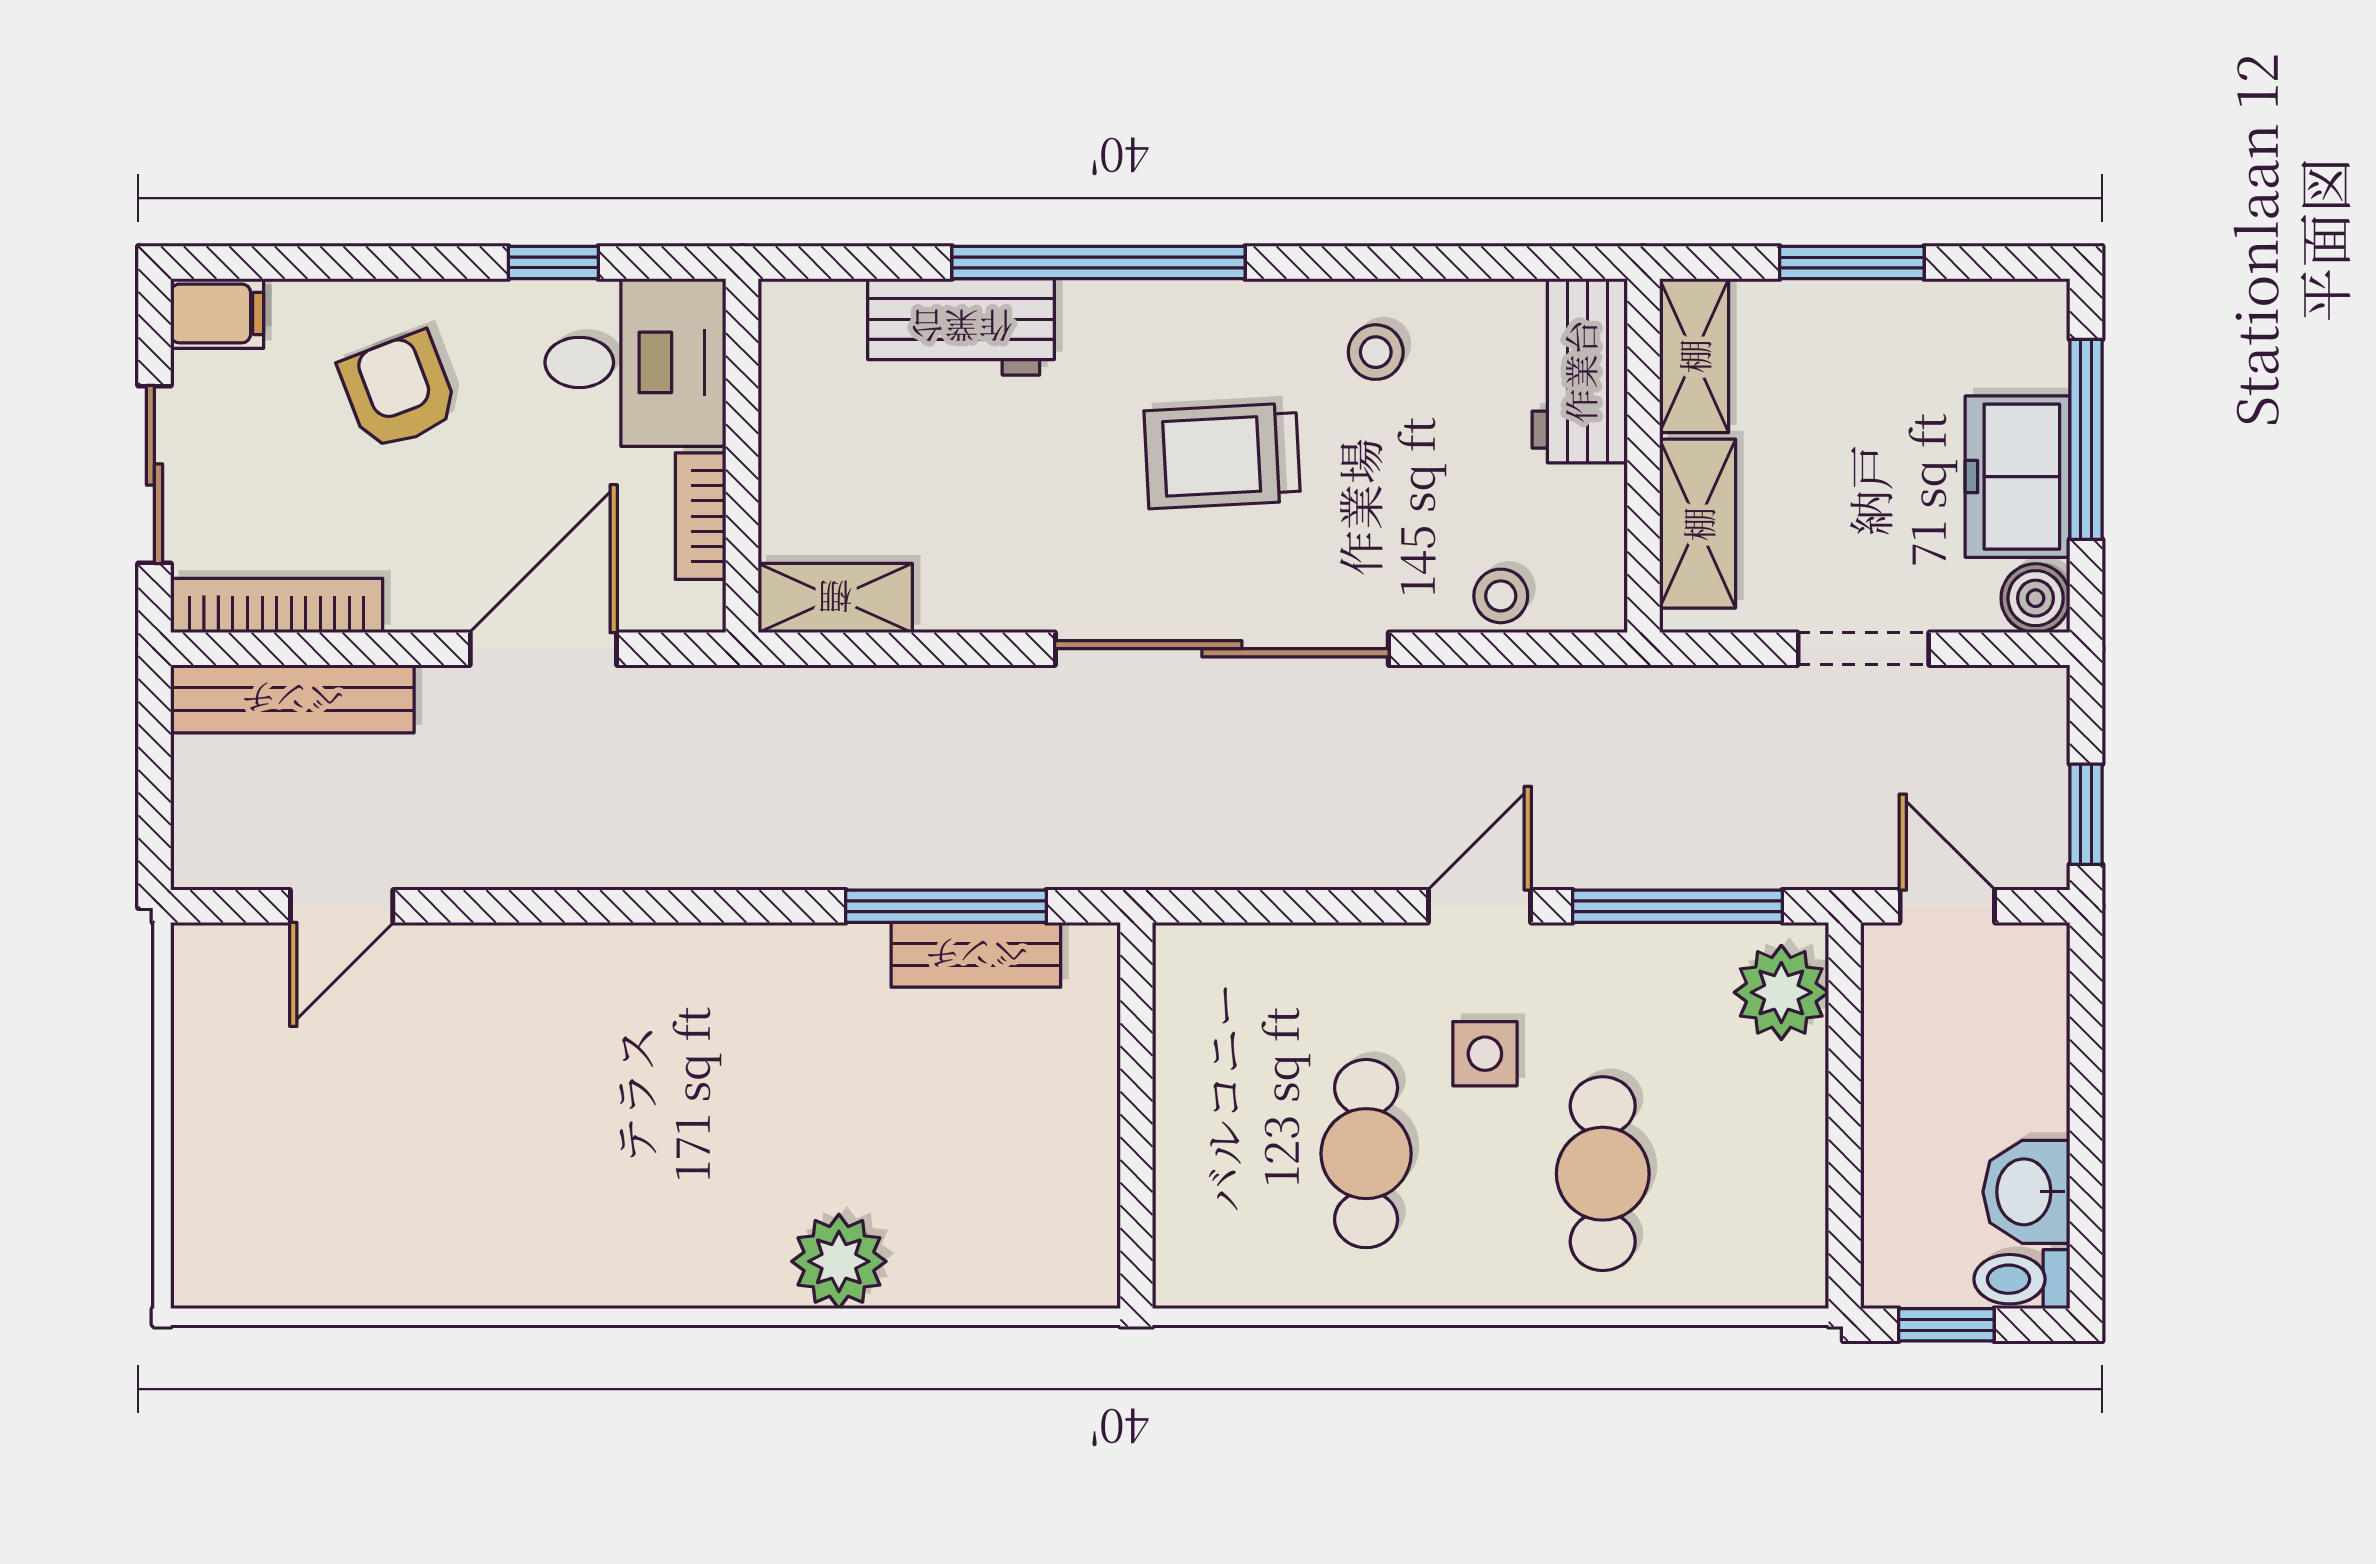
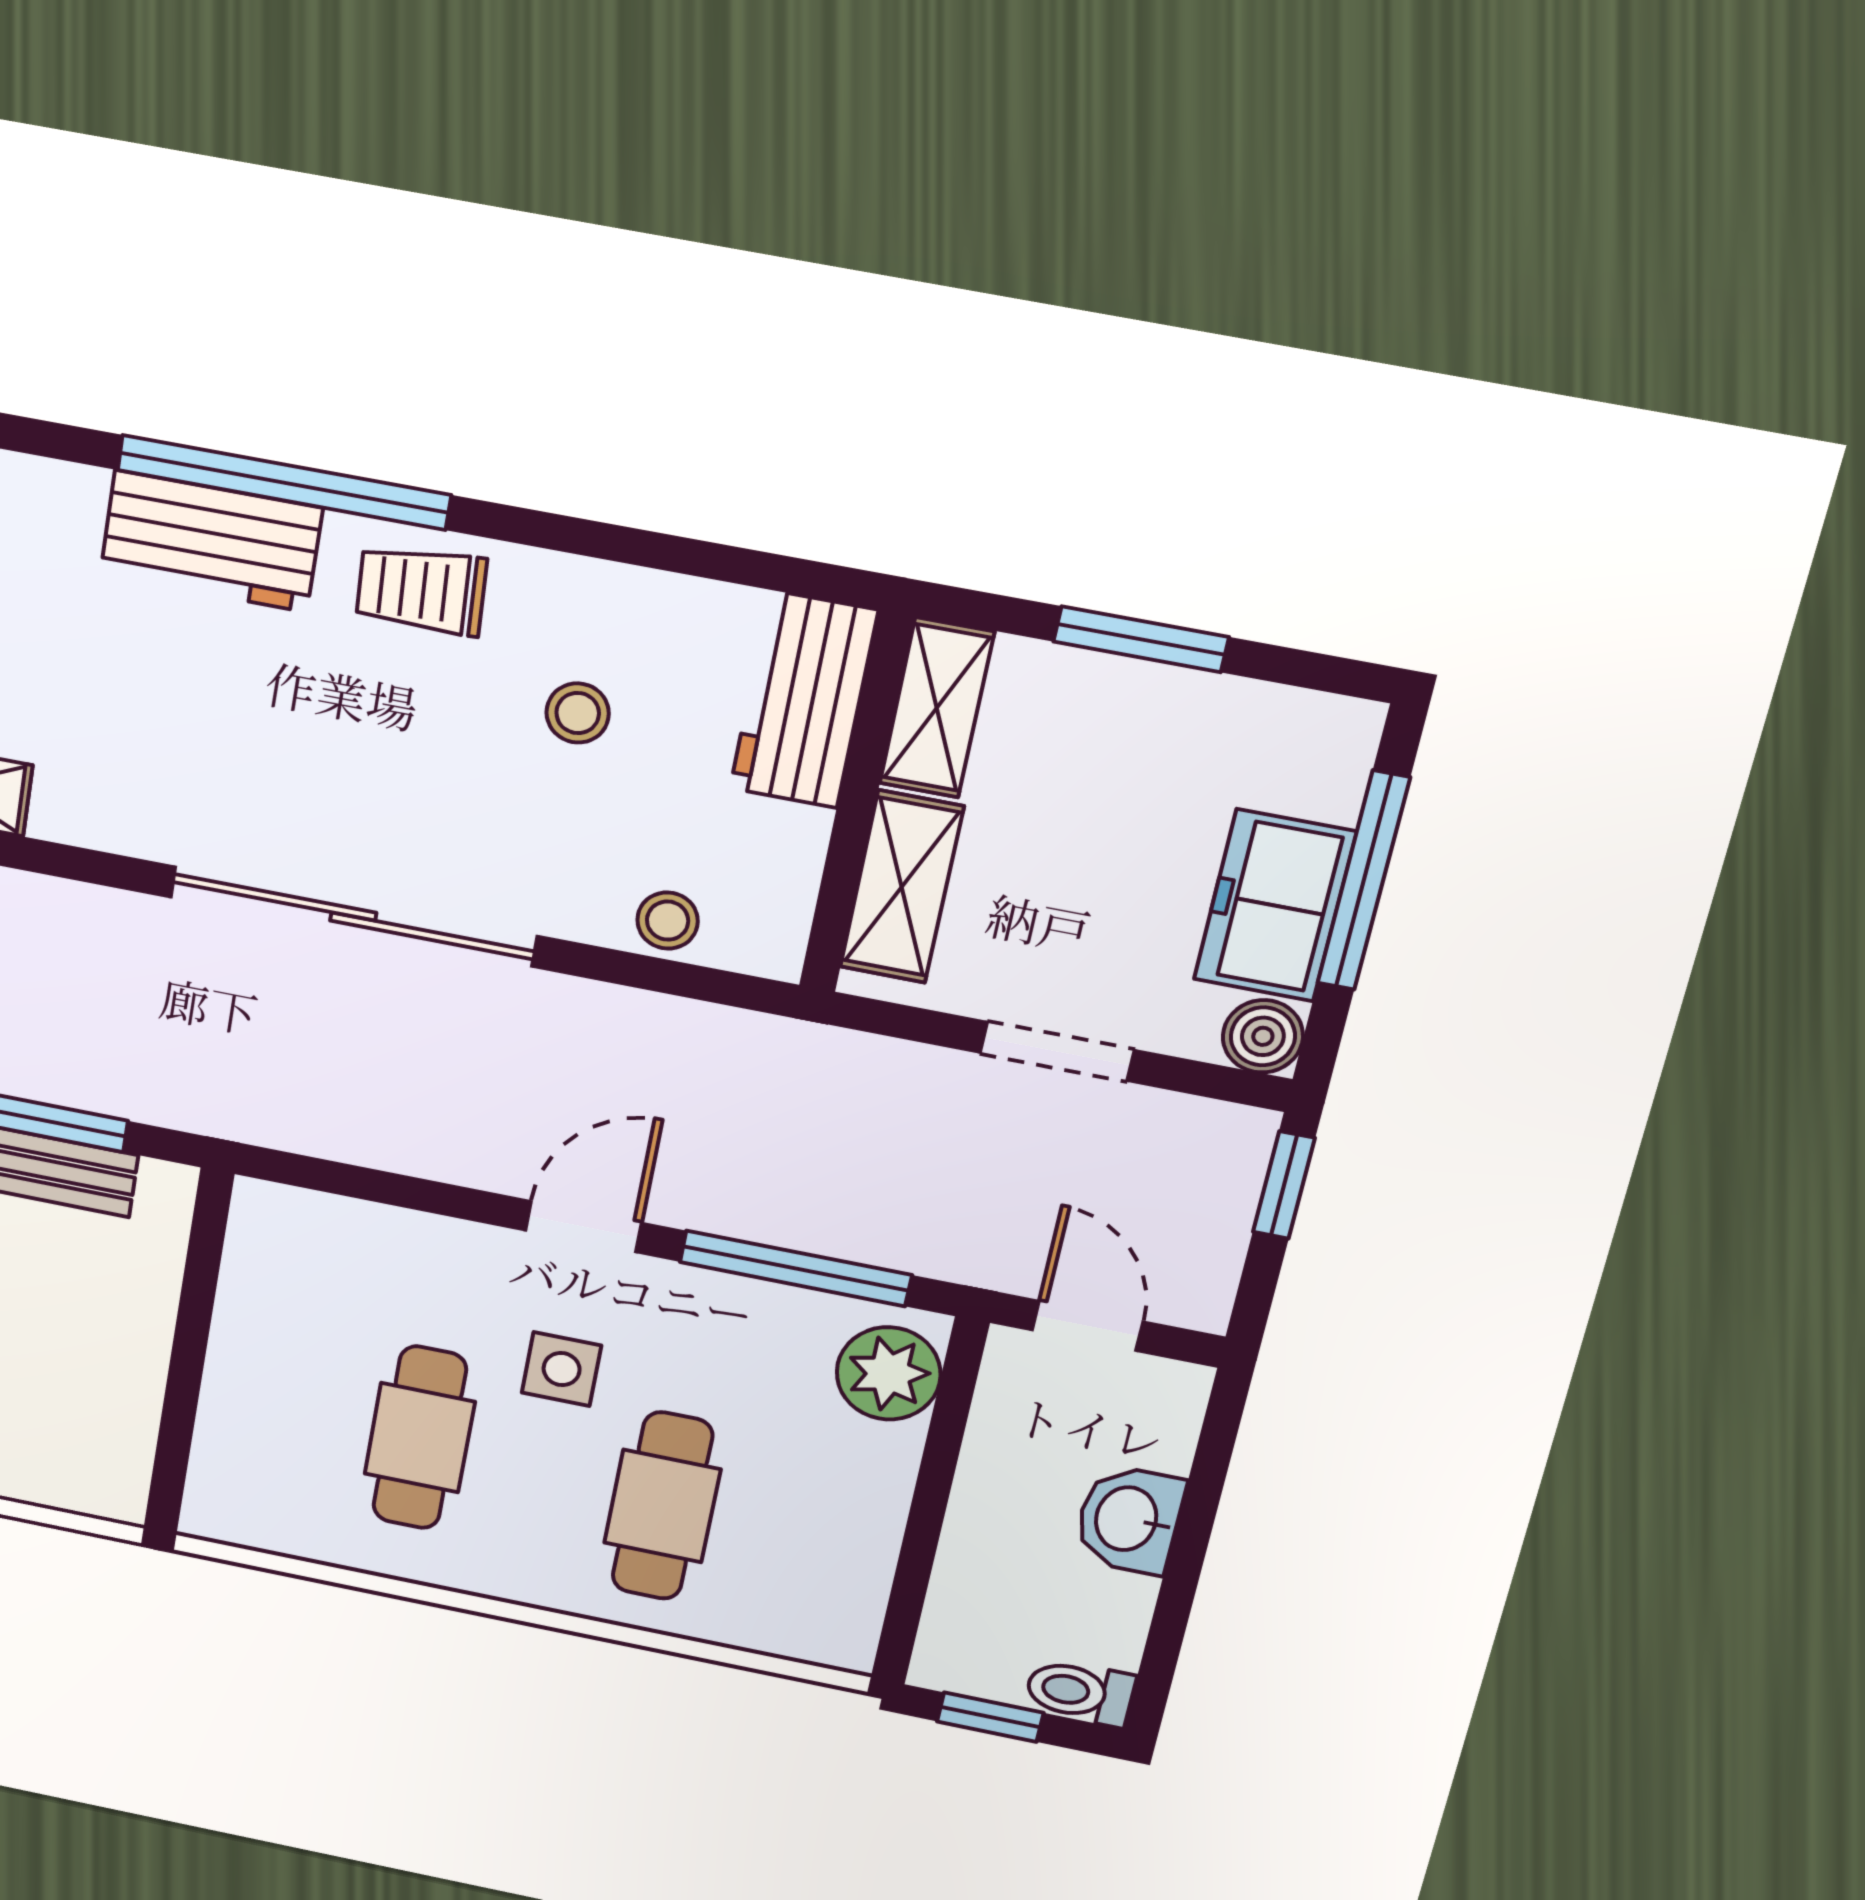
workbench: (961, 327) -> (211, 541), moved
stool: (1376, 352) -> (578, 713), moved
trolley: (1222, 456) -> (421, 590), moved, width x0.73, depth x0.72
window: (2086, 814) -> (1284, 1185), moved
washbasin: (2026, 1192) -> (1129, 1519), moved

